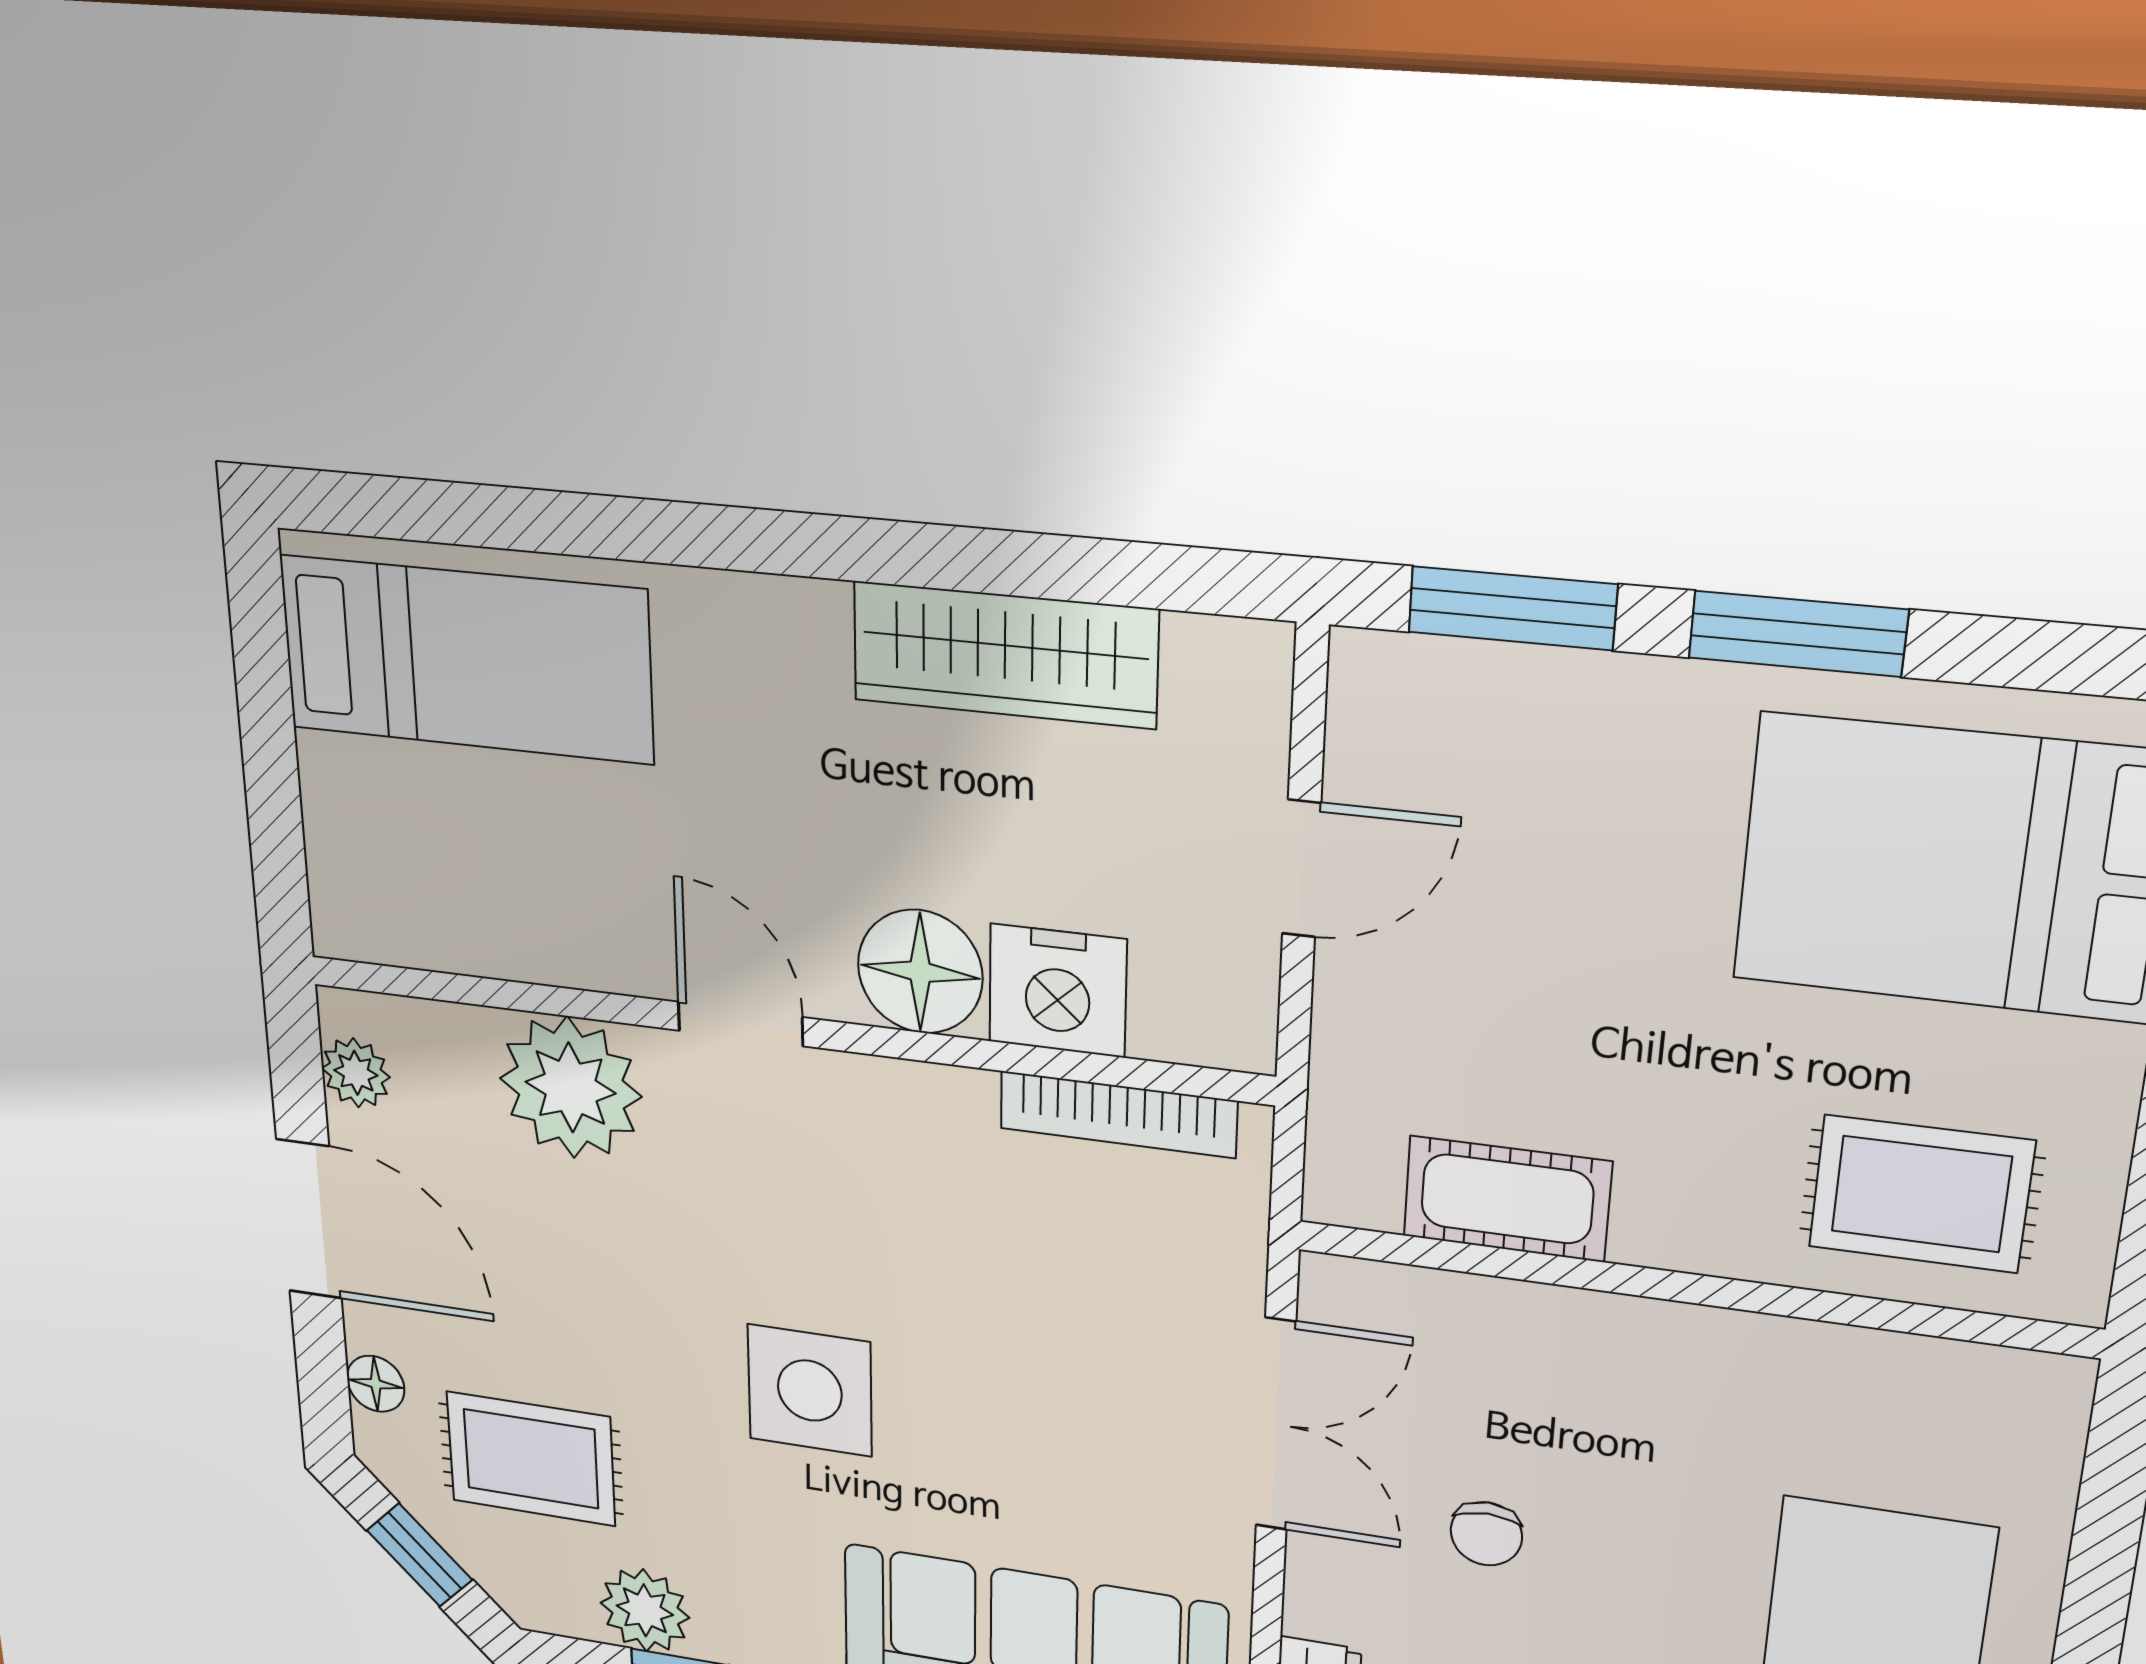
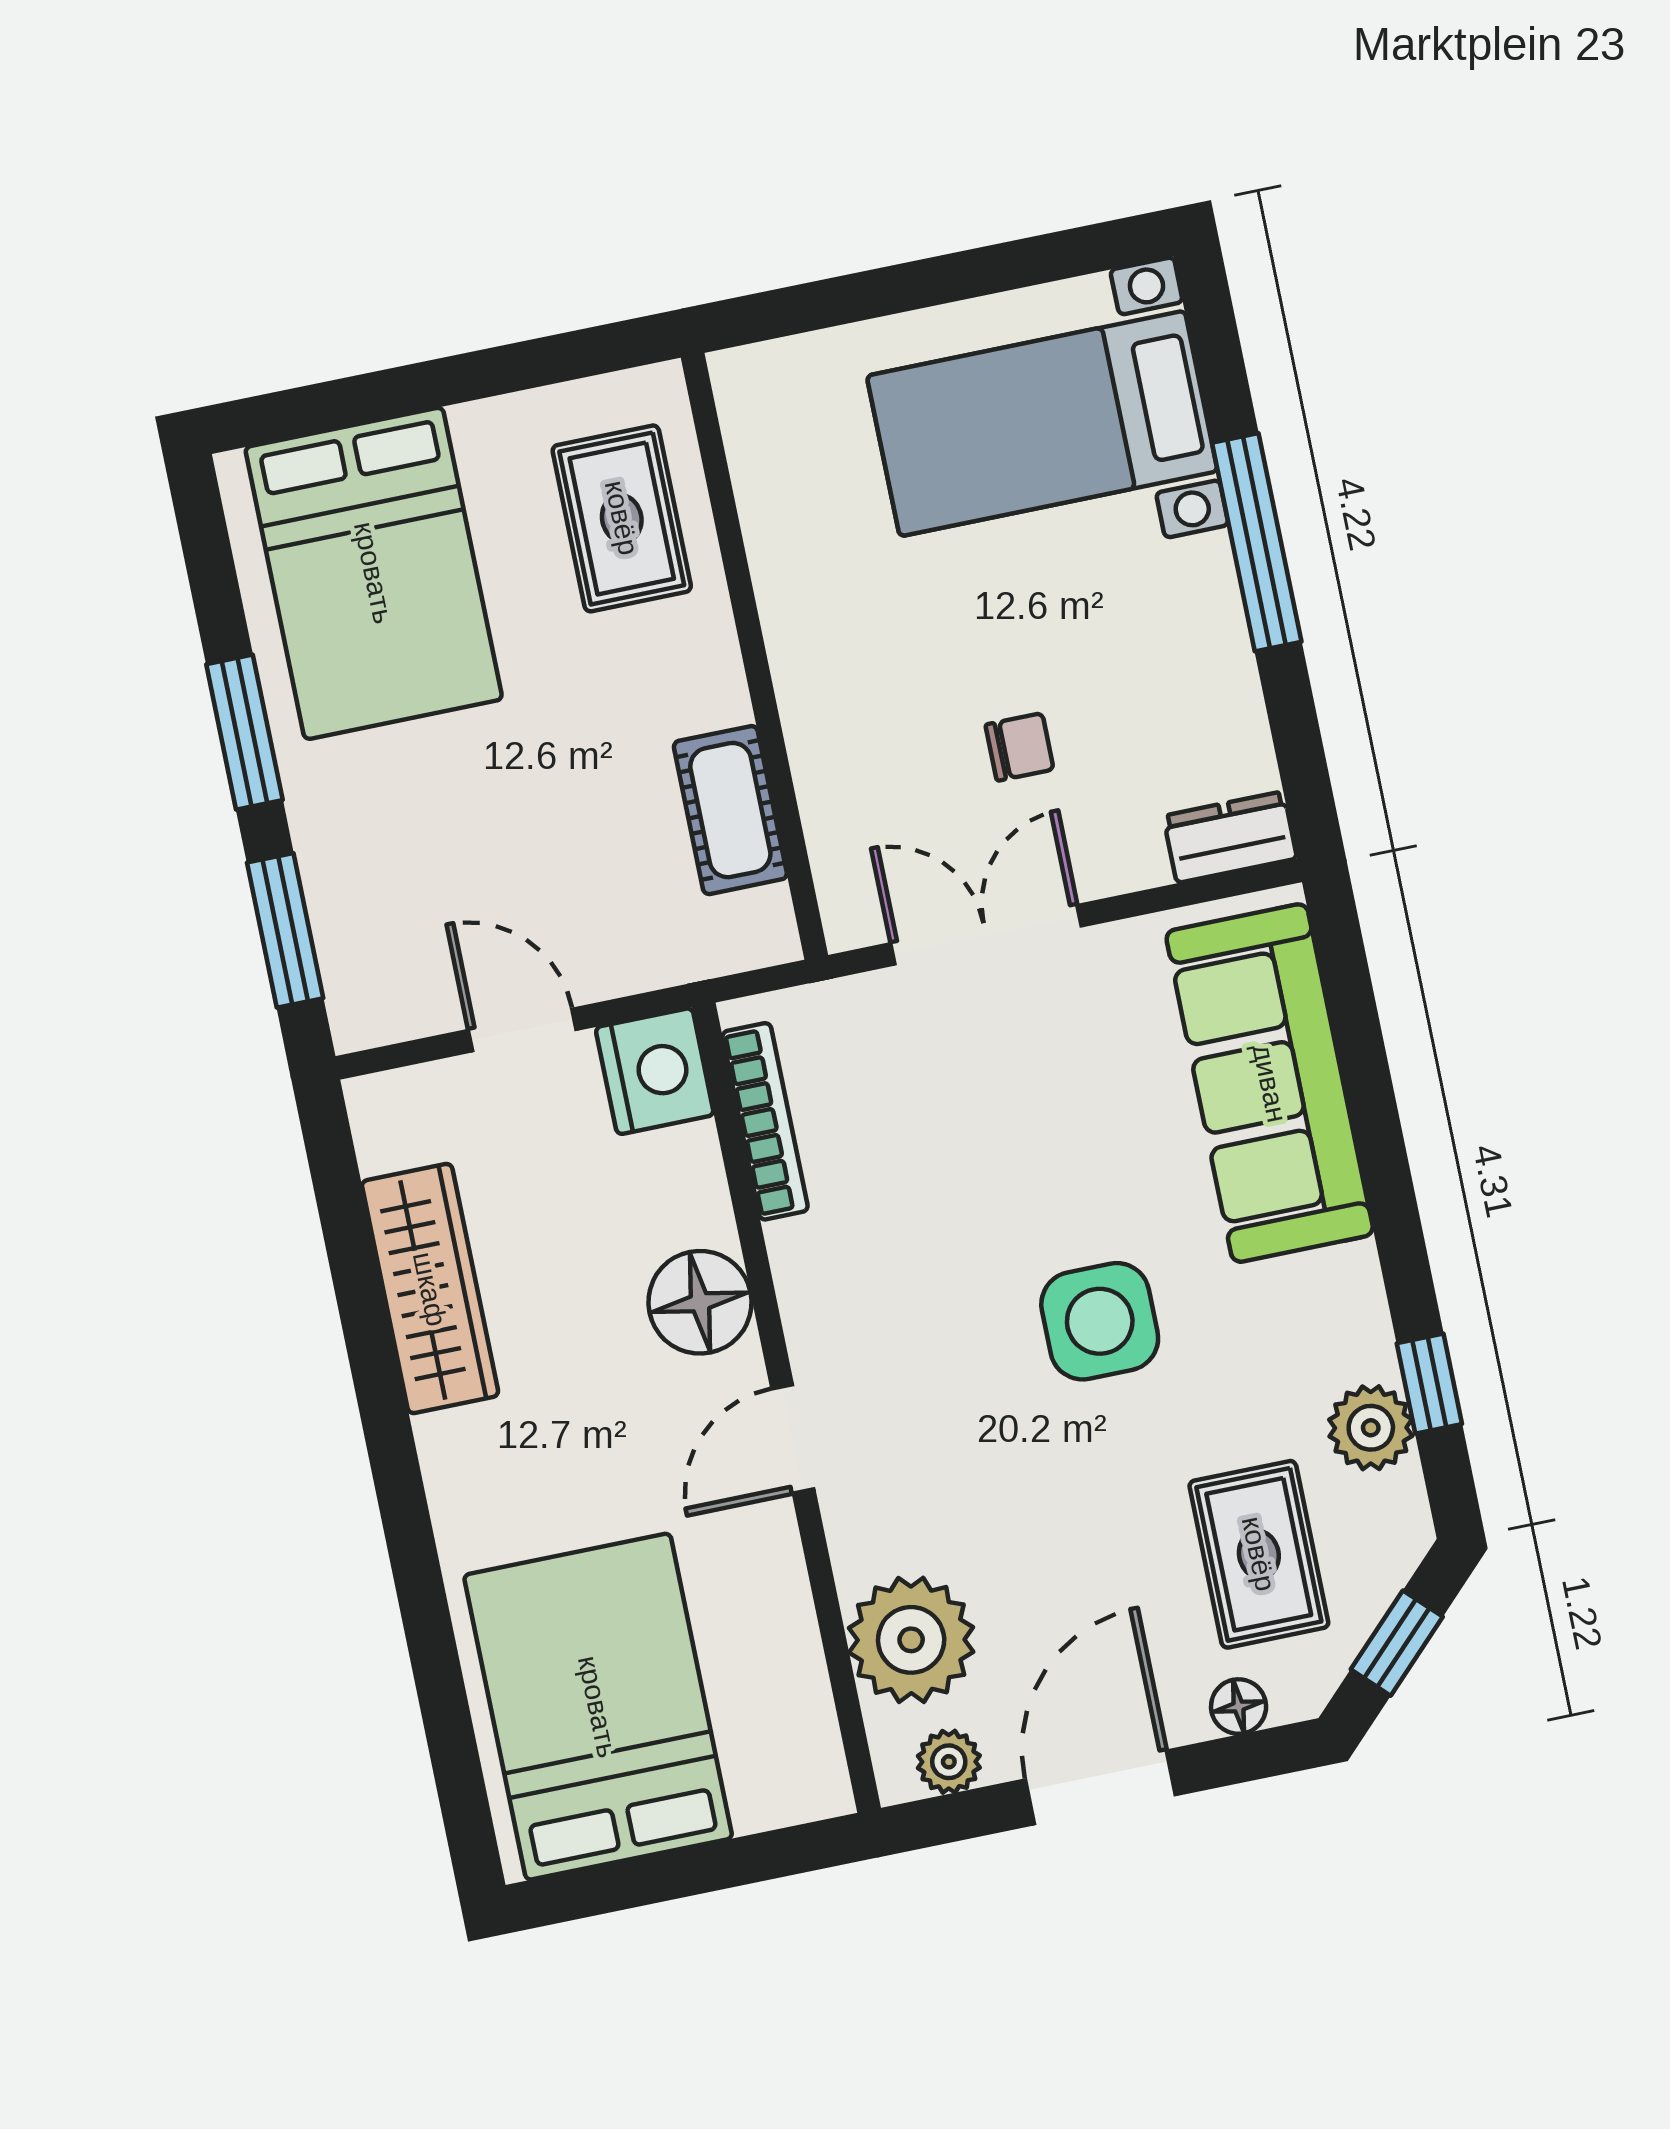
bed: (466, 659) -> (598, 1707), width x1.50
nightstand: (1058, 991) -> (655, 1071), moved
plant: (571, 1088) -> (911, 1640), moved

